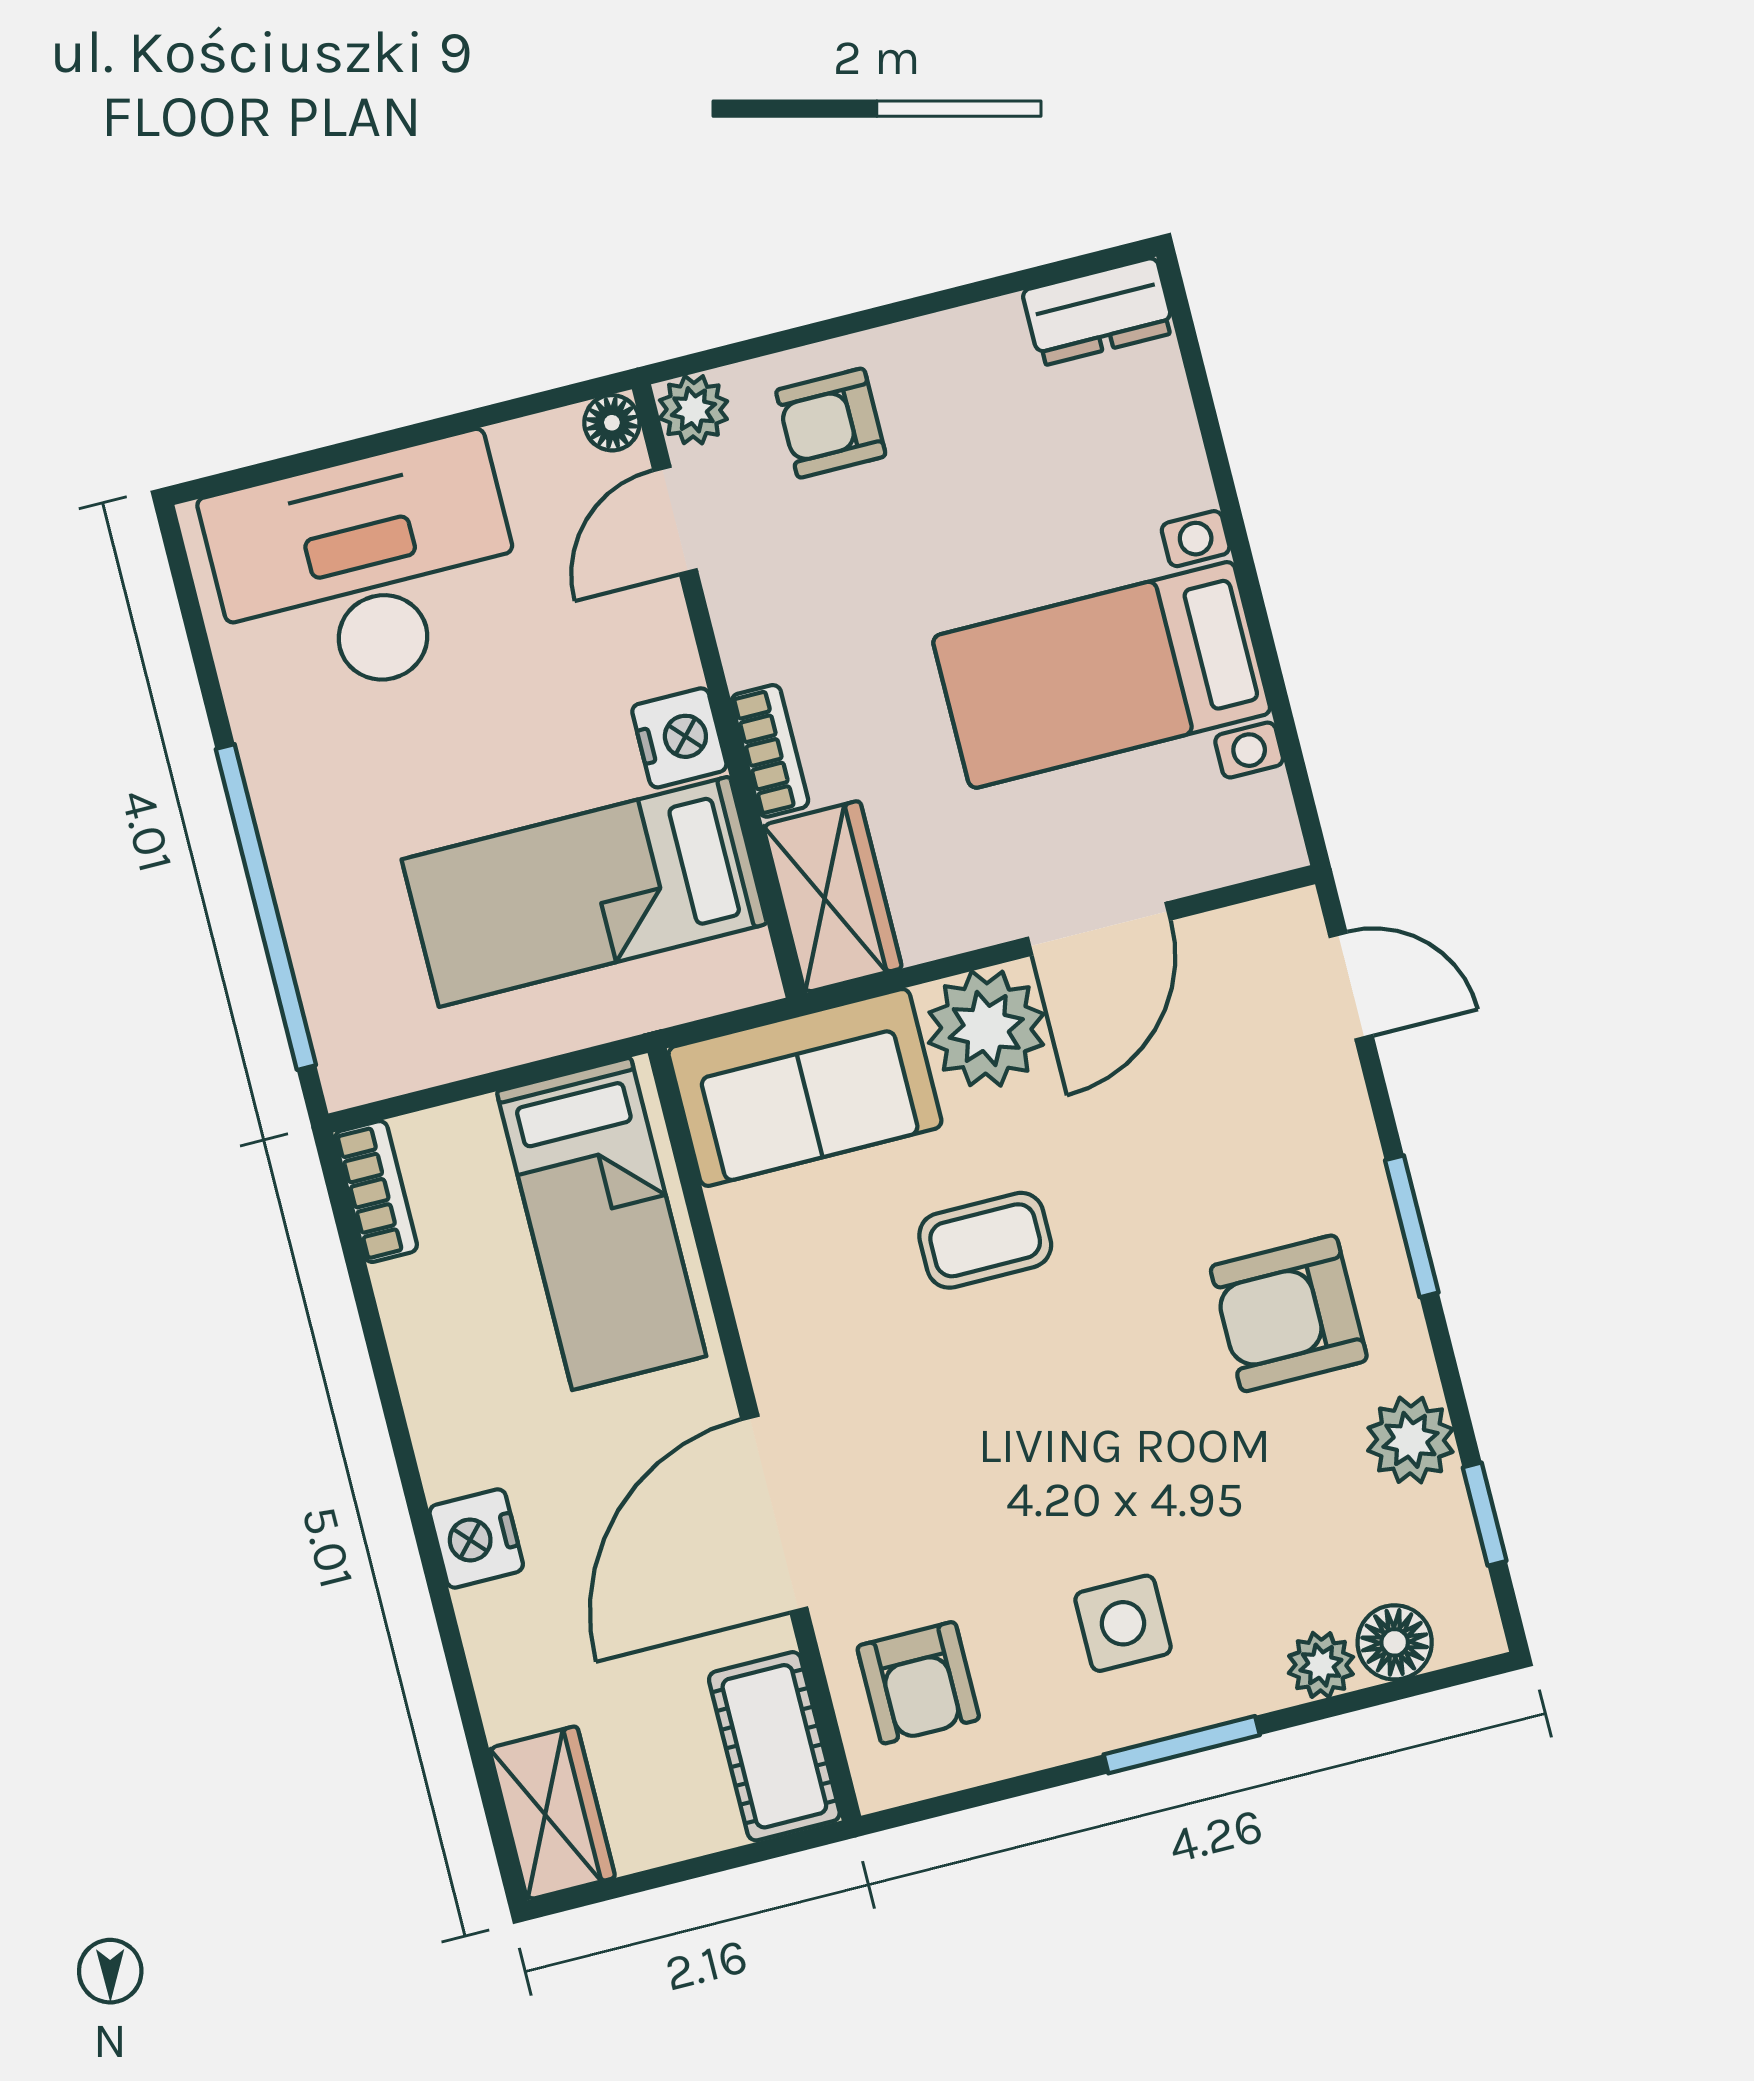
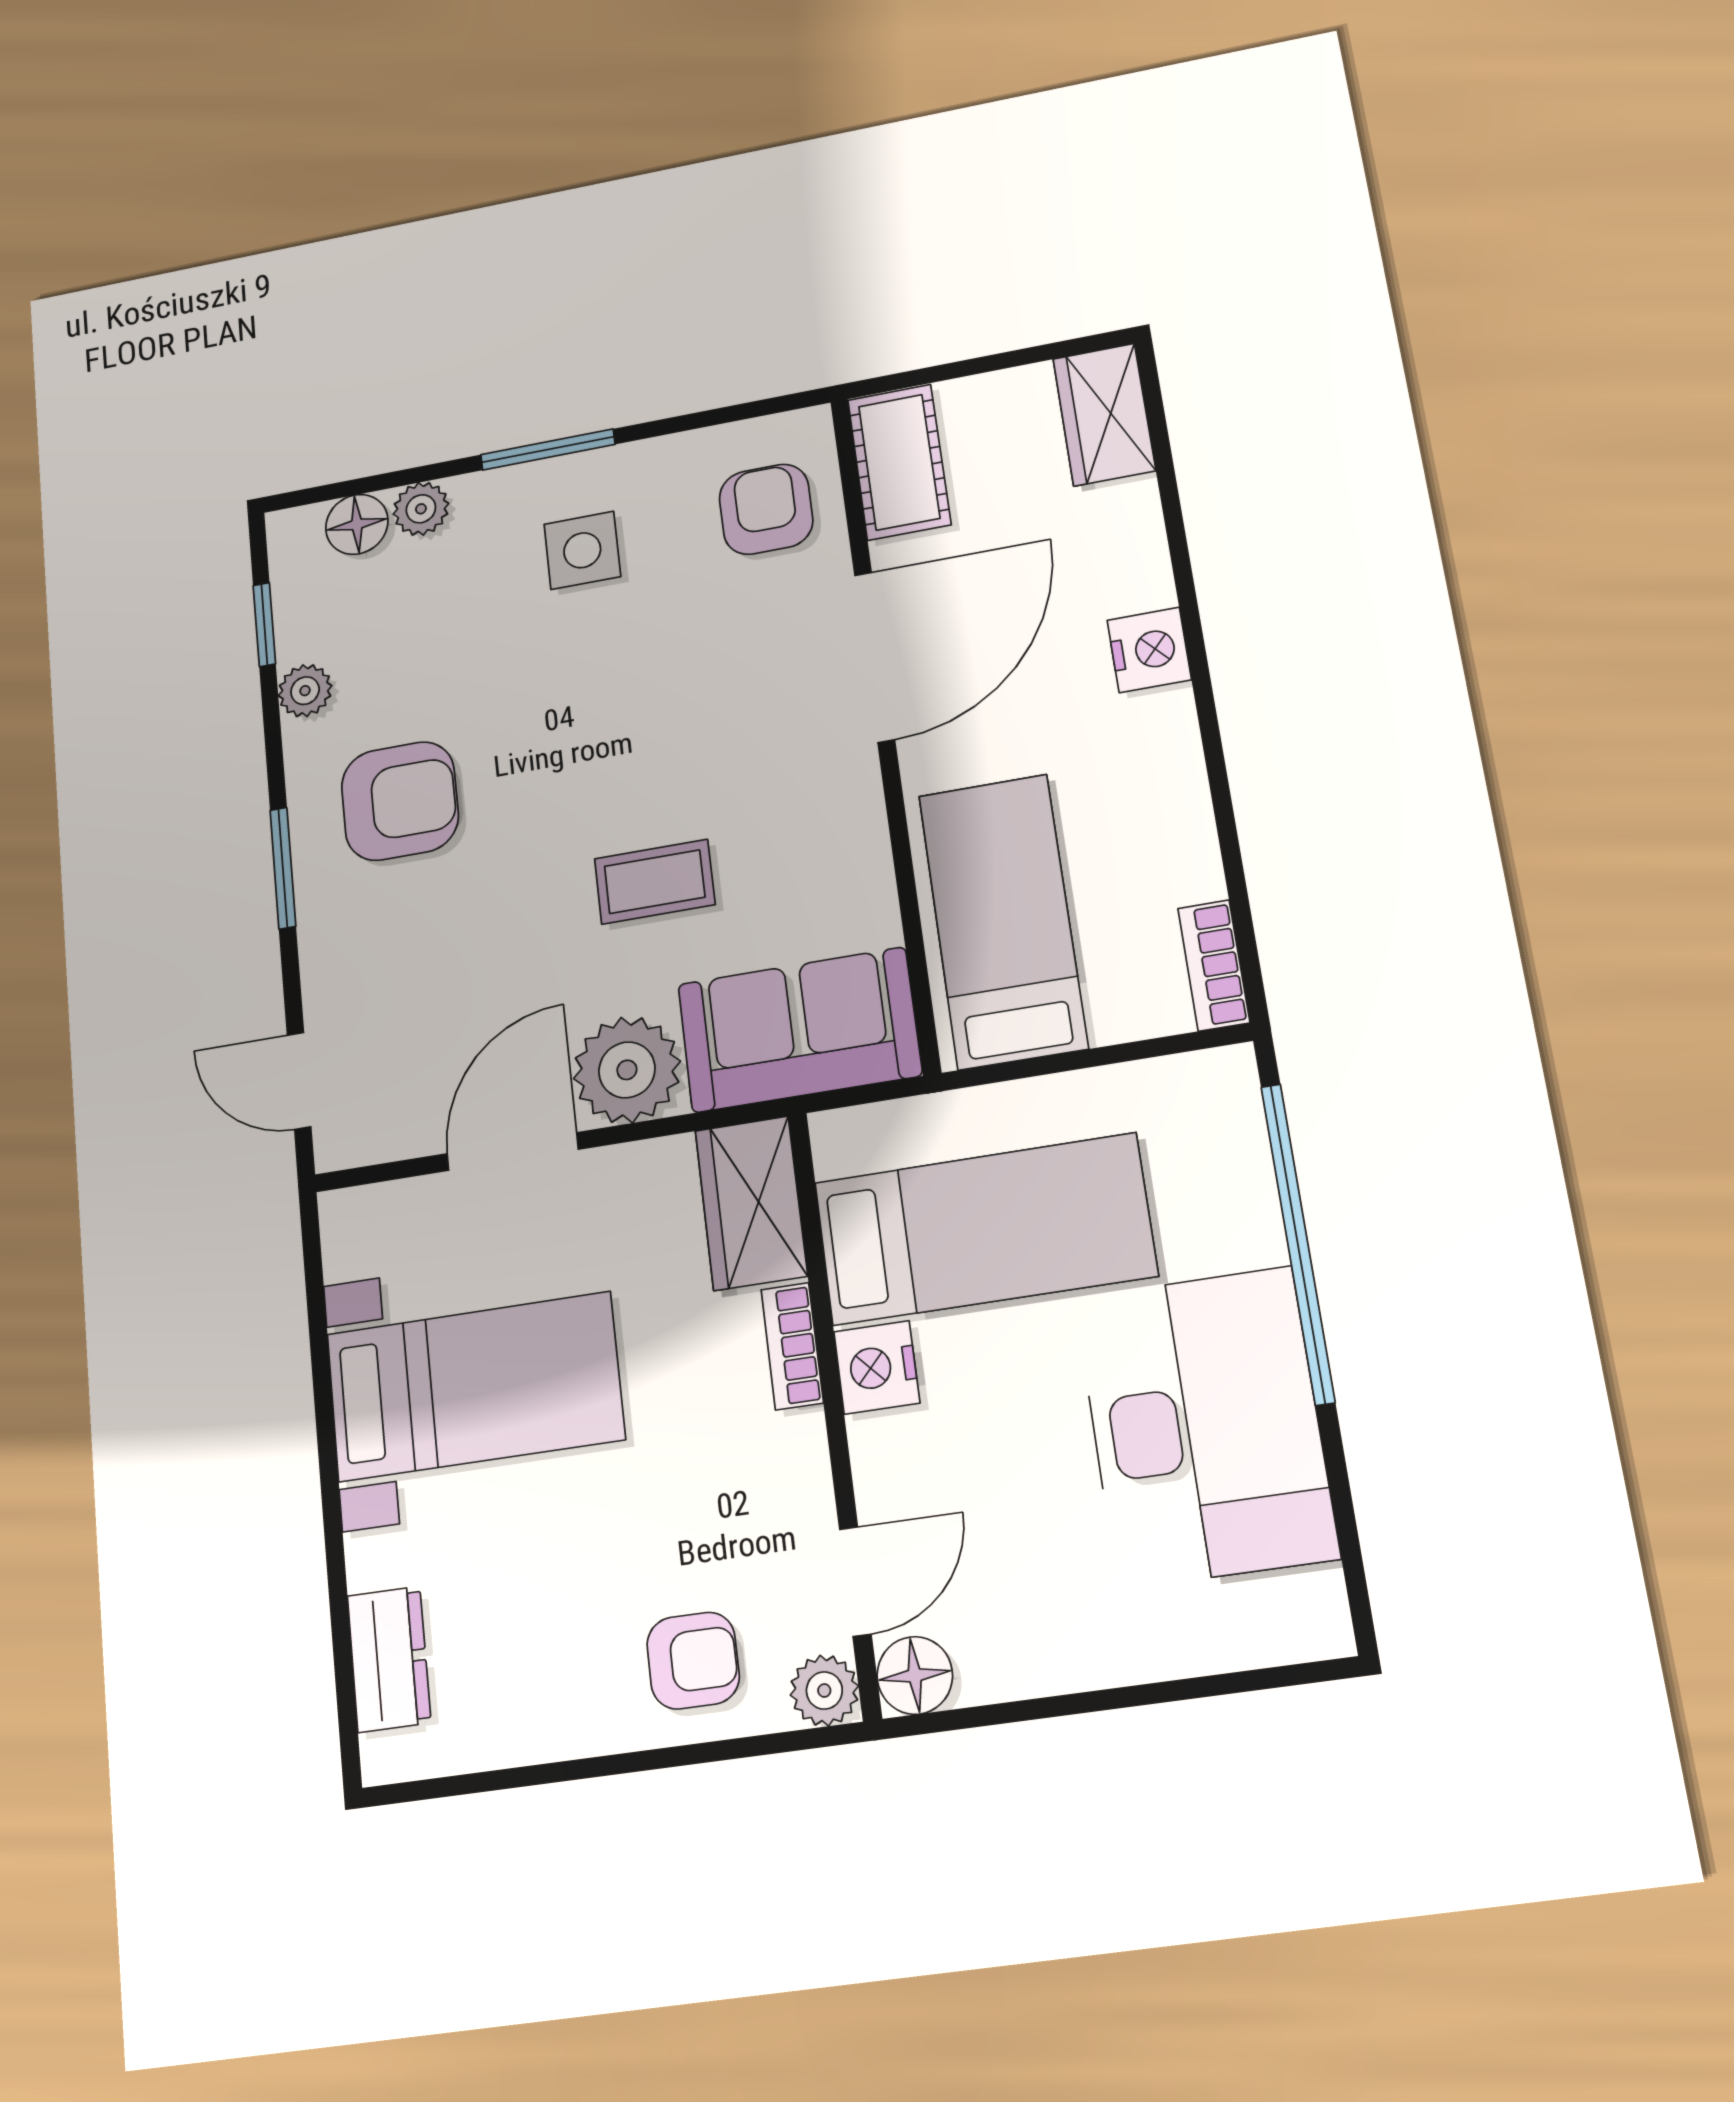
dresser: (1098, 312) -> (389, 1659), moved, turned 90
floor lamp: (612, 423) -> (915, 1675), width x1.37, depth x1.37
desk: (366, 571) -> (1206, 1426), moved, turned -90
plant: (1410, 1440) -> (305, 691), width x0.73, depth x0.73

